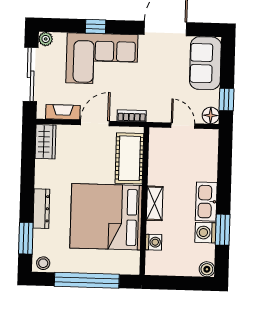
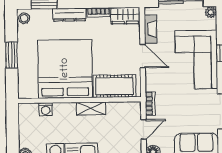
bookcase: (132, 116) -> (150, 103), moved
bookcase: (40, 174) -> (98, 12), added
shelving: (155, 203) -> (91, 109), moved
window: (87, 280) -> (12, 55), width x0.47

